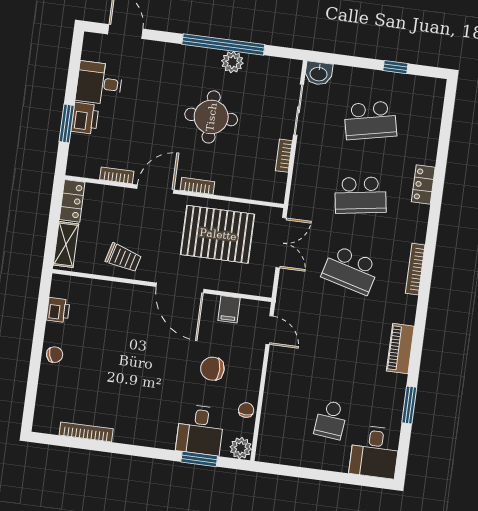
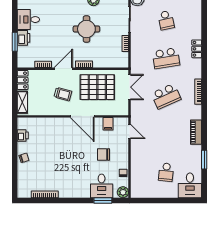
school desk: (370, 120) -> (166, 20), width x0.54
trolley: (123, 258) -> (63, 94), moved
school desk: (351, 270) -> (166, 96), turned -39

